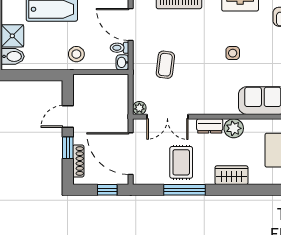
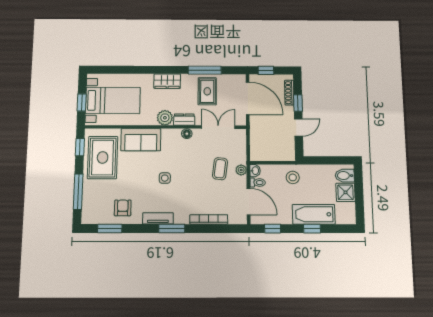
plant: (139, 108) -> (241, 170), moved
floor lamp: (206, 108) -> (187, 134), added

